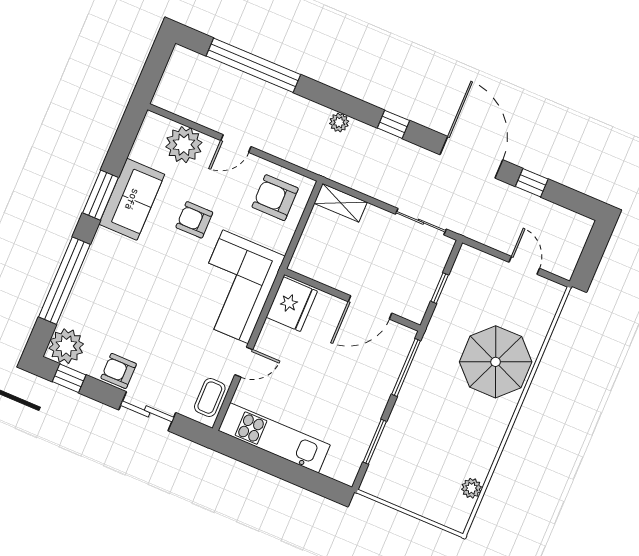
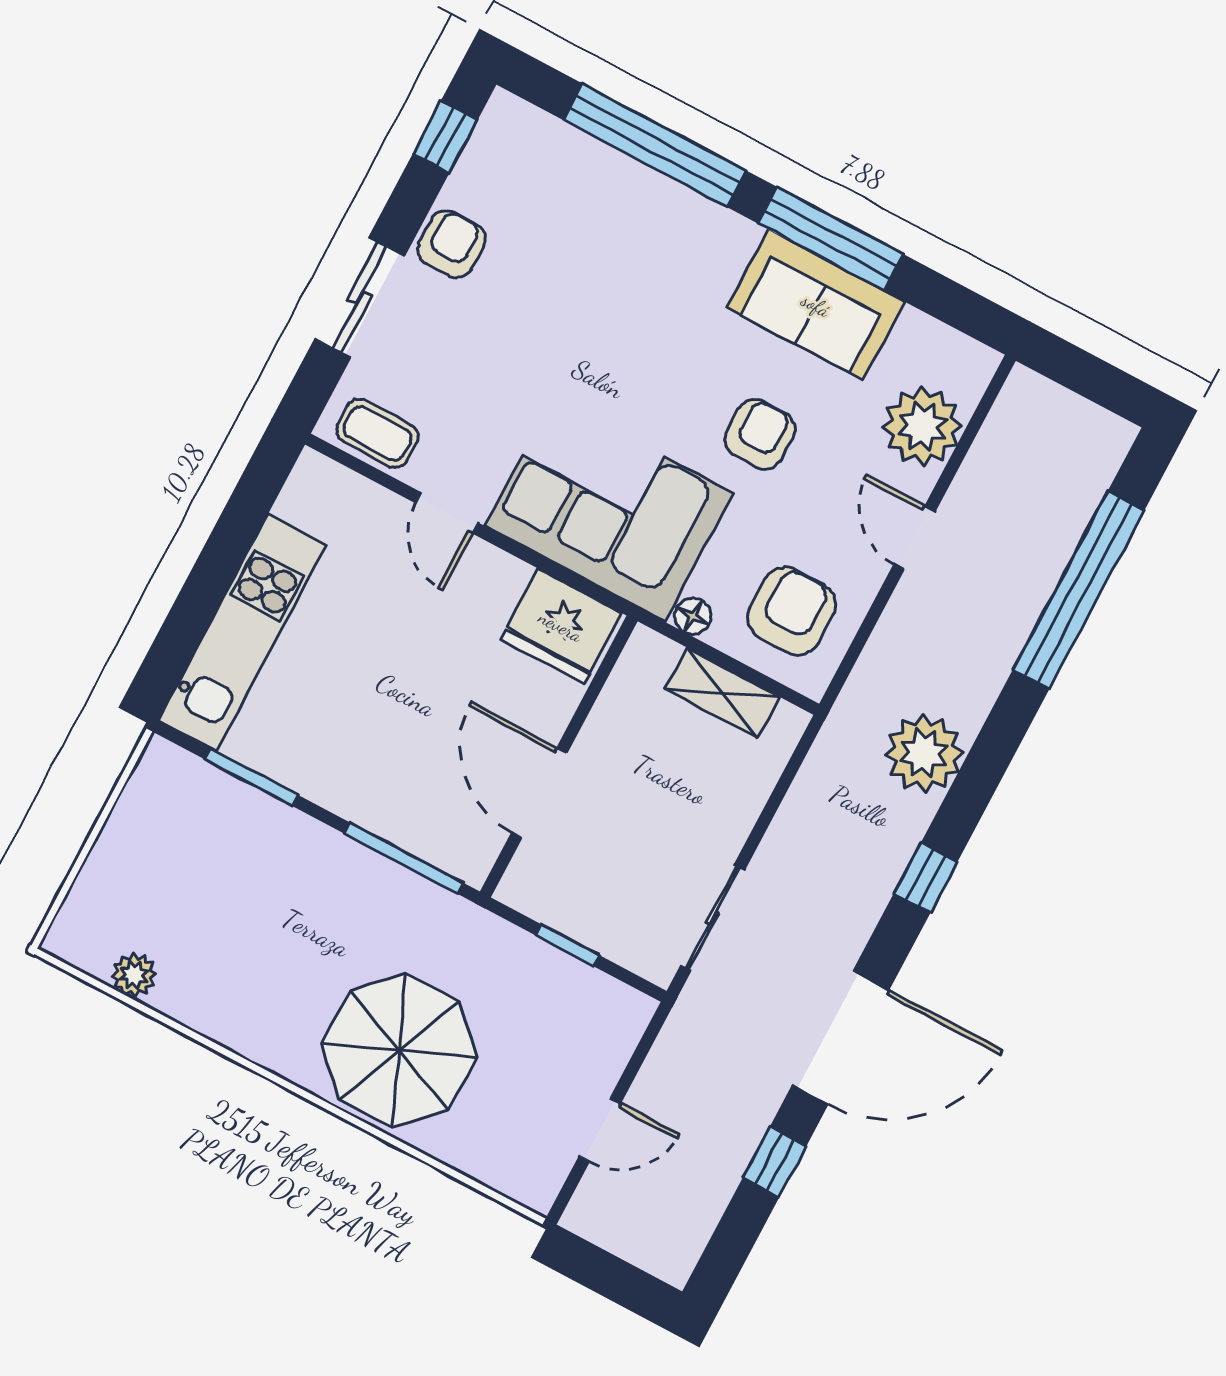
plant: (339, 122) -> (924, 753), width x1.88, depth x1.88
window: (101, 195) -> (830, 239), width x1.44
shelving: (341, 203) -> (722, 693), moved, turned 90
floor lamp: (282, 243) -> (693, 616), added
plant: (66, 346) -> (514, 137), removed
kitchen unit: (274, 438) -> (242, 633), moved

